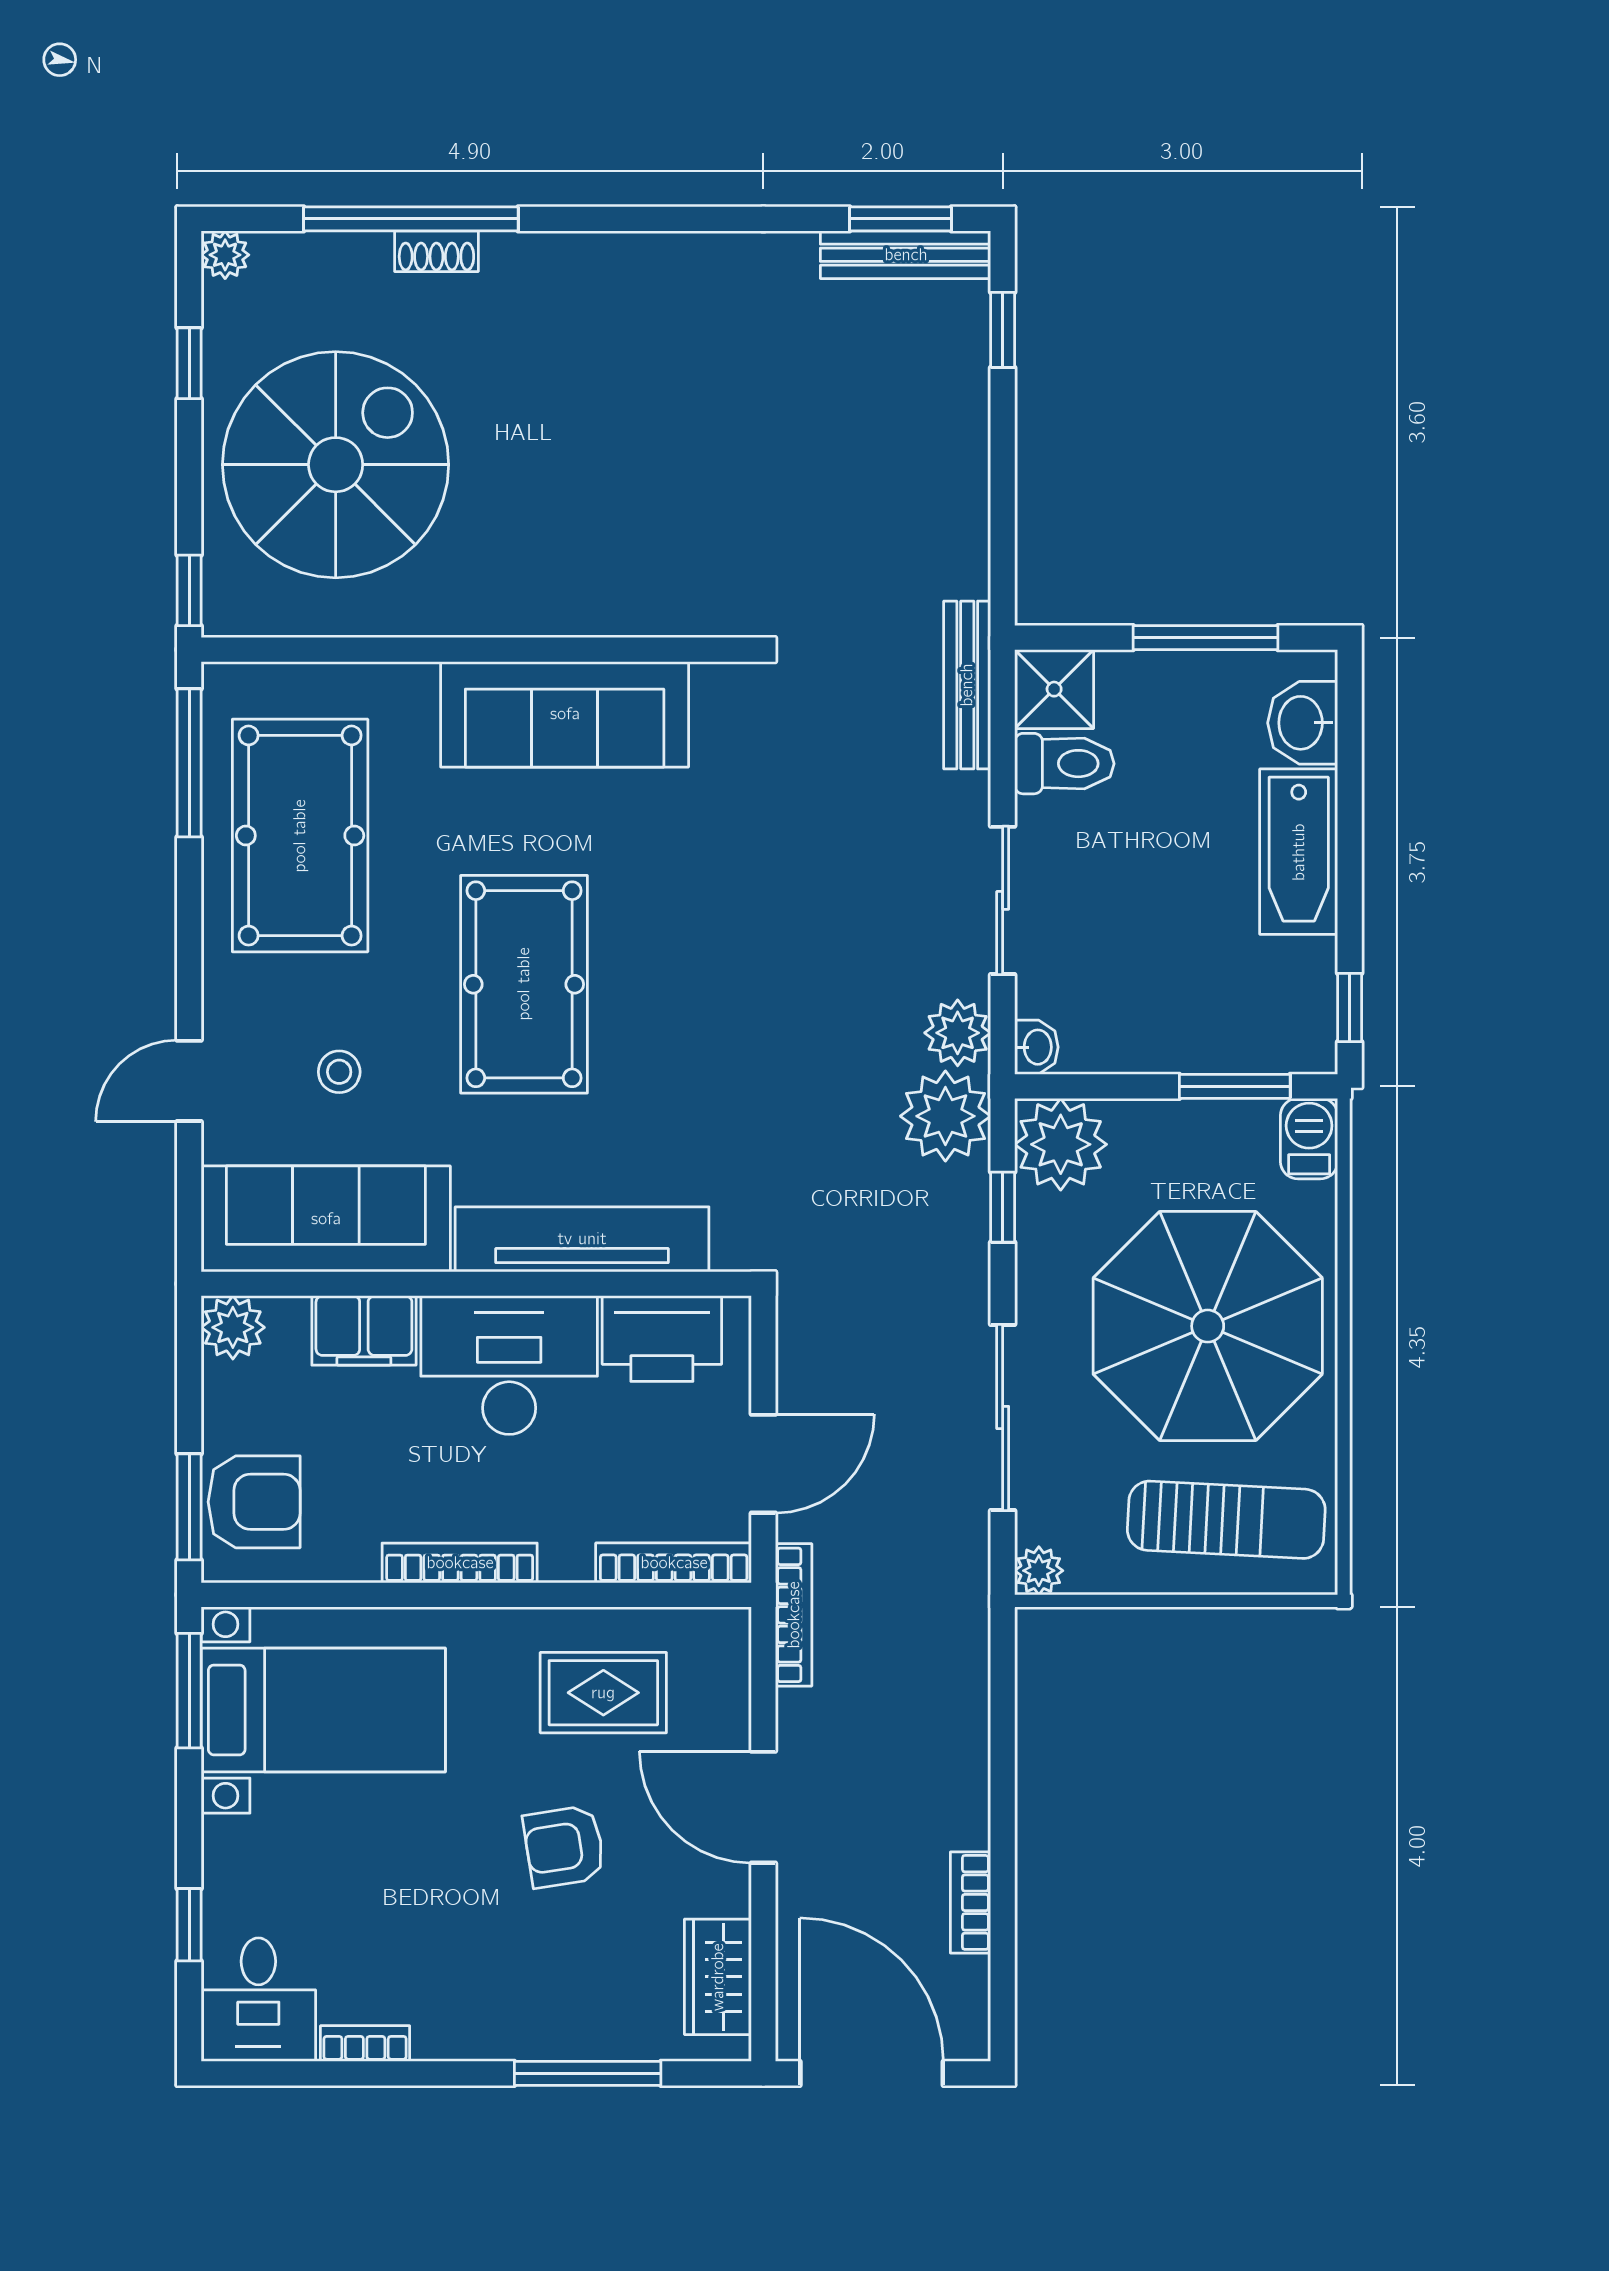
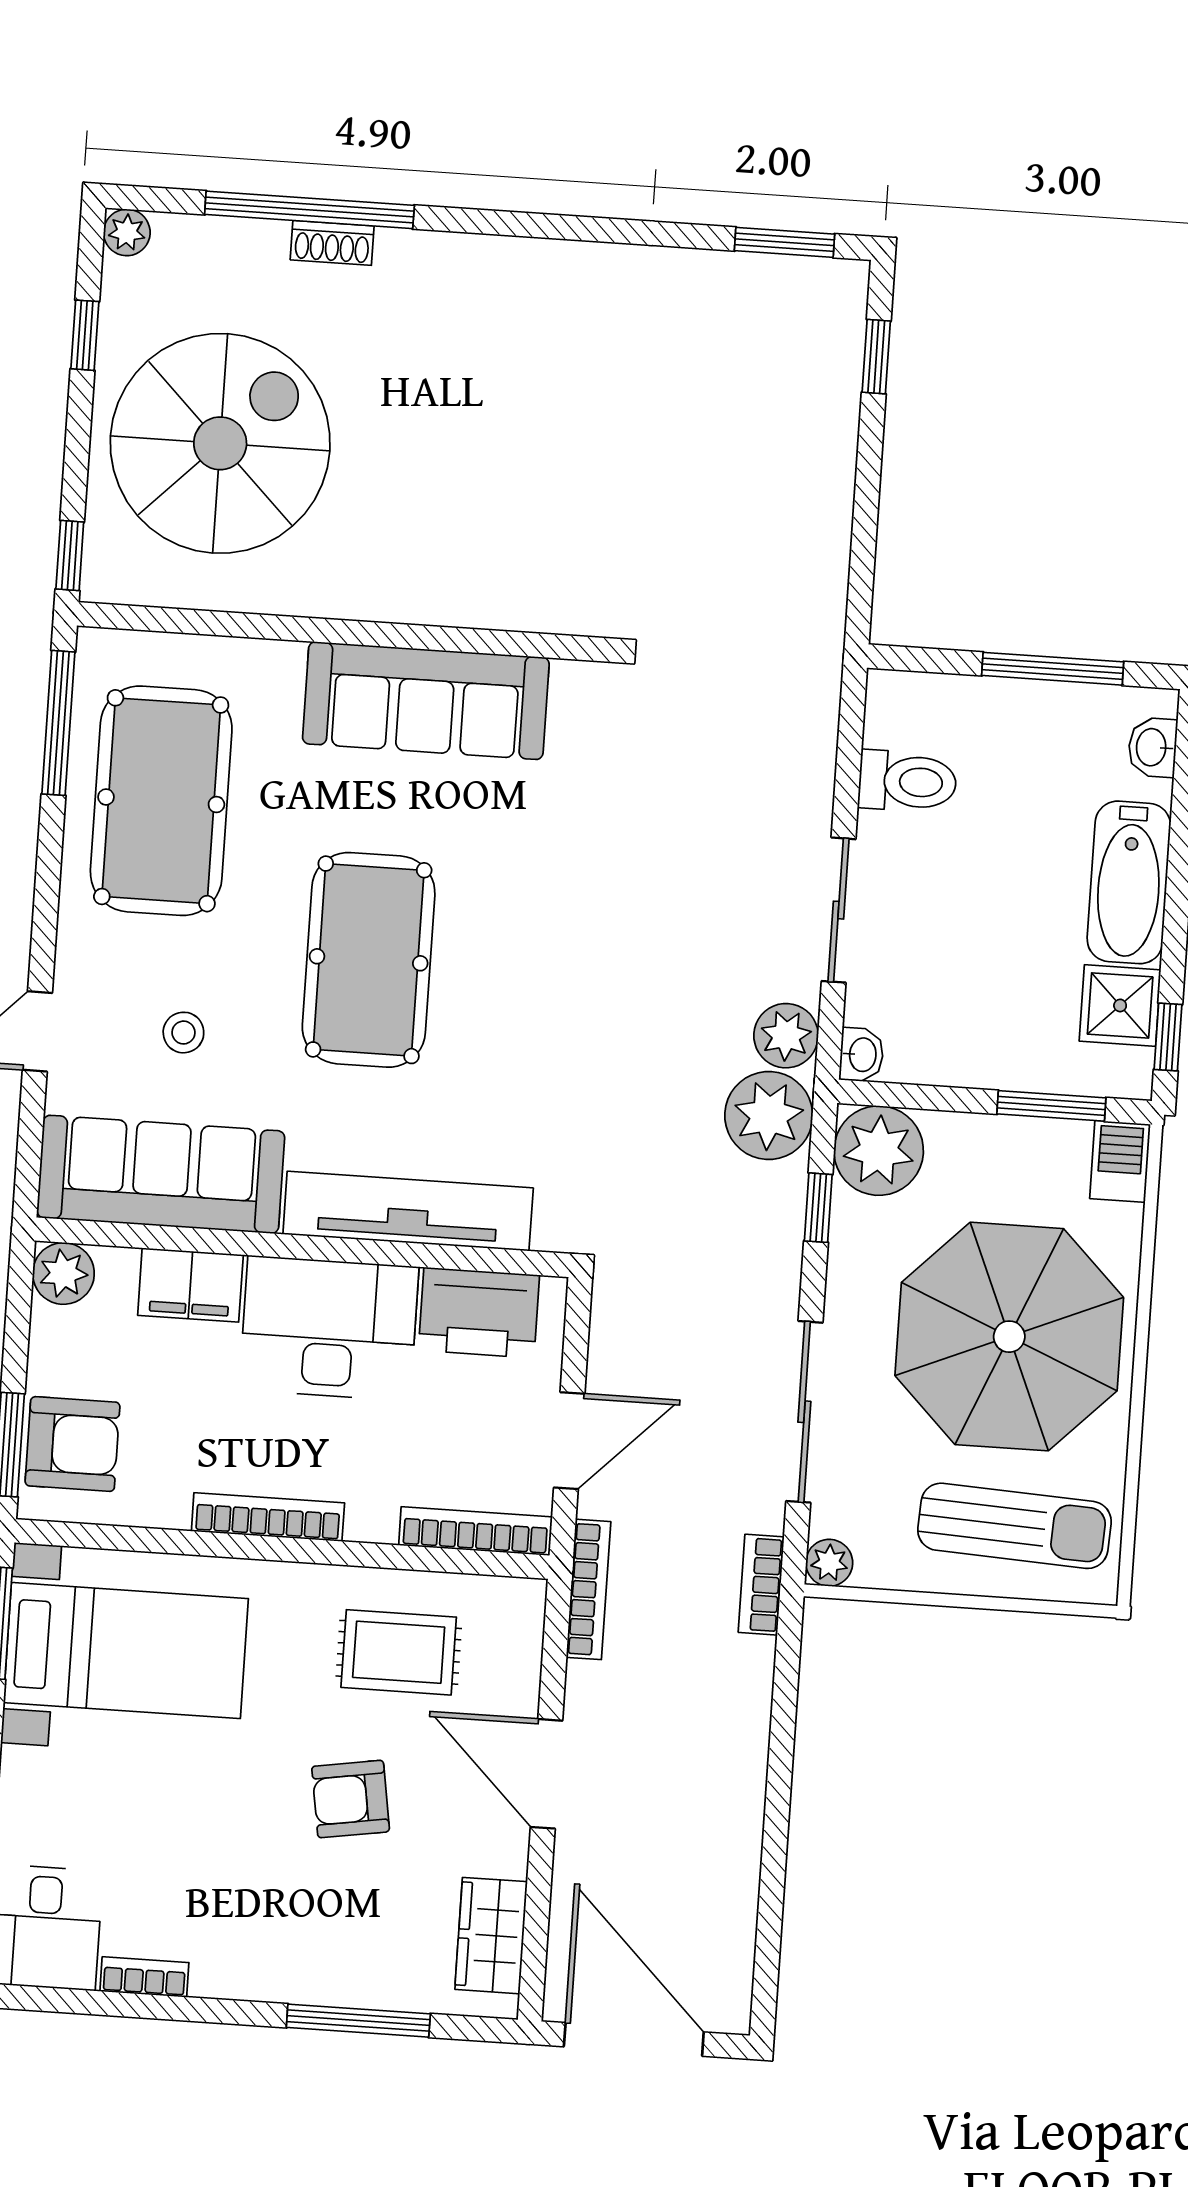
bench: (906, 255) -> (787, 277), removed
bench: (967, 685) -> (818, 699), removed
shower: (1054, 689) -> (1120, 1005), moved
washbasin: (1303, 723) -> (1153, 747), width x0.72, depth x0.69
bookcase: (970, 1902) -> (761, 1585), moved

